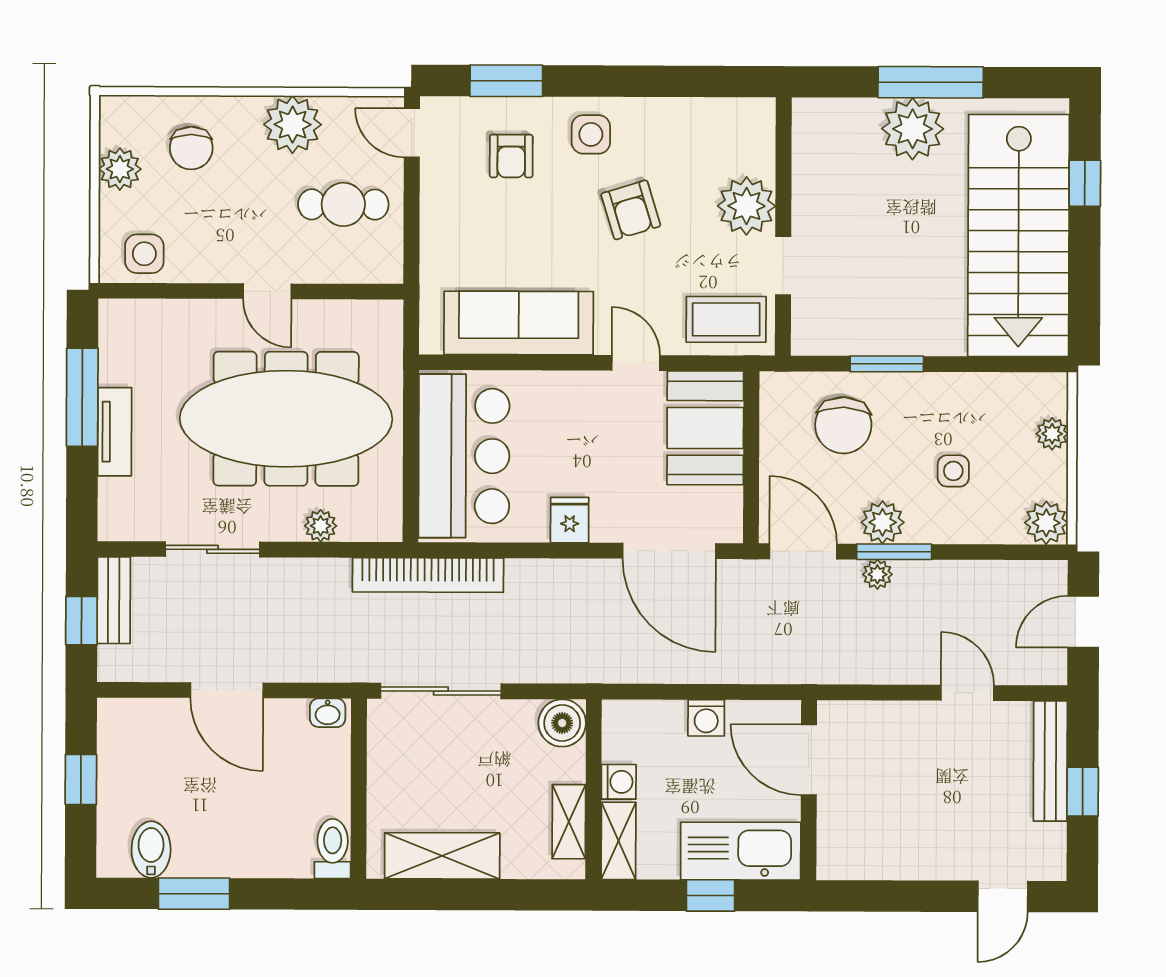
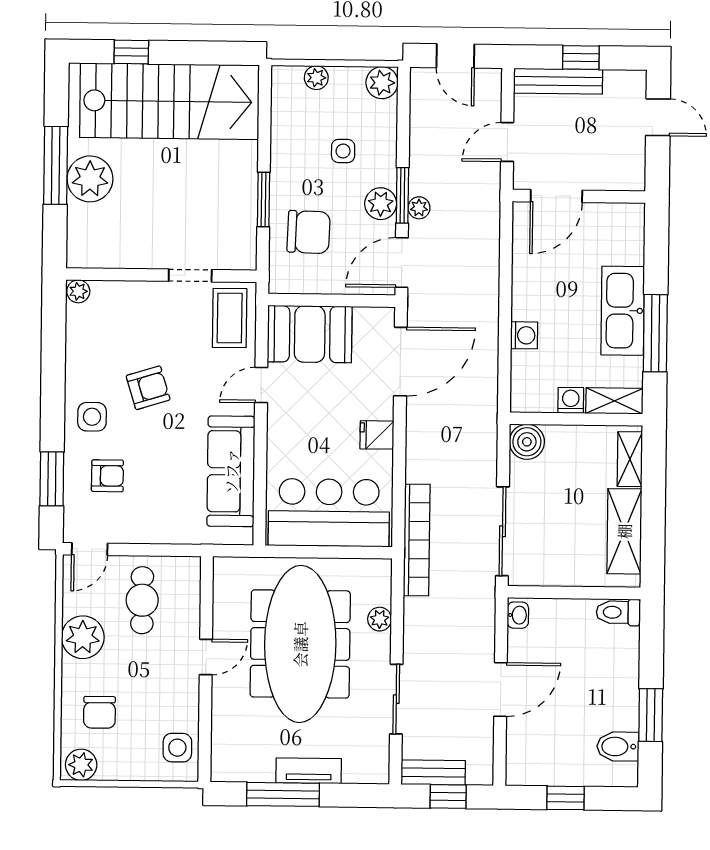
chair: (191, 148) -> (99, 712), turned 90
plant: (120, 169) -> (81, 765), moved
plant: (746, 206) -> (78, 291), moved, width x0.53, depth x0.53
door: (809, 760) -> (556, 196), moved
wall: (809, 790) -> (579, 196), moved
shelving: (569, 822) -> (630, 459), moved, turned 90
window: (711, 895) -> (655, 333), width x2.17

